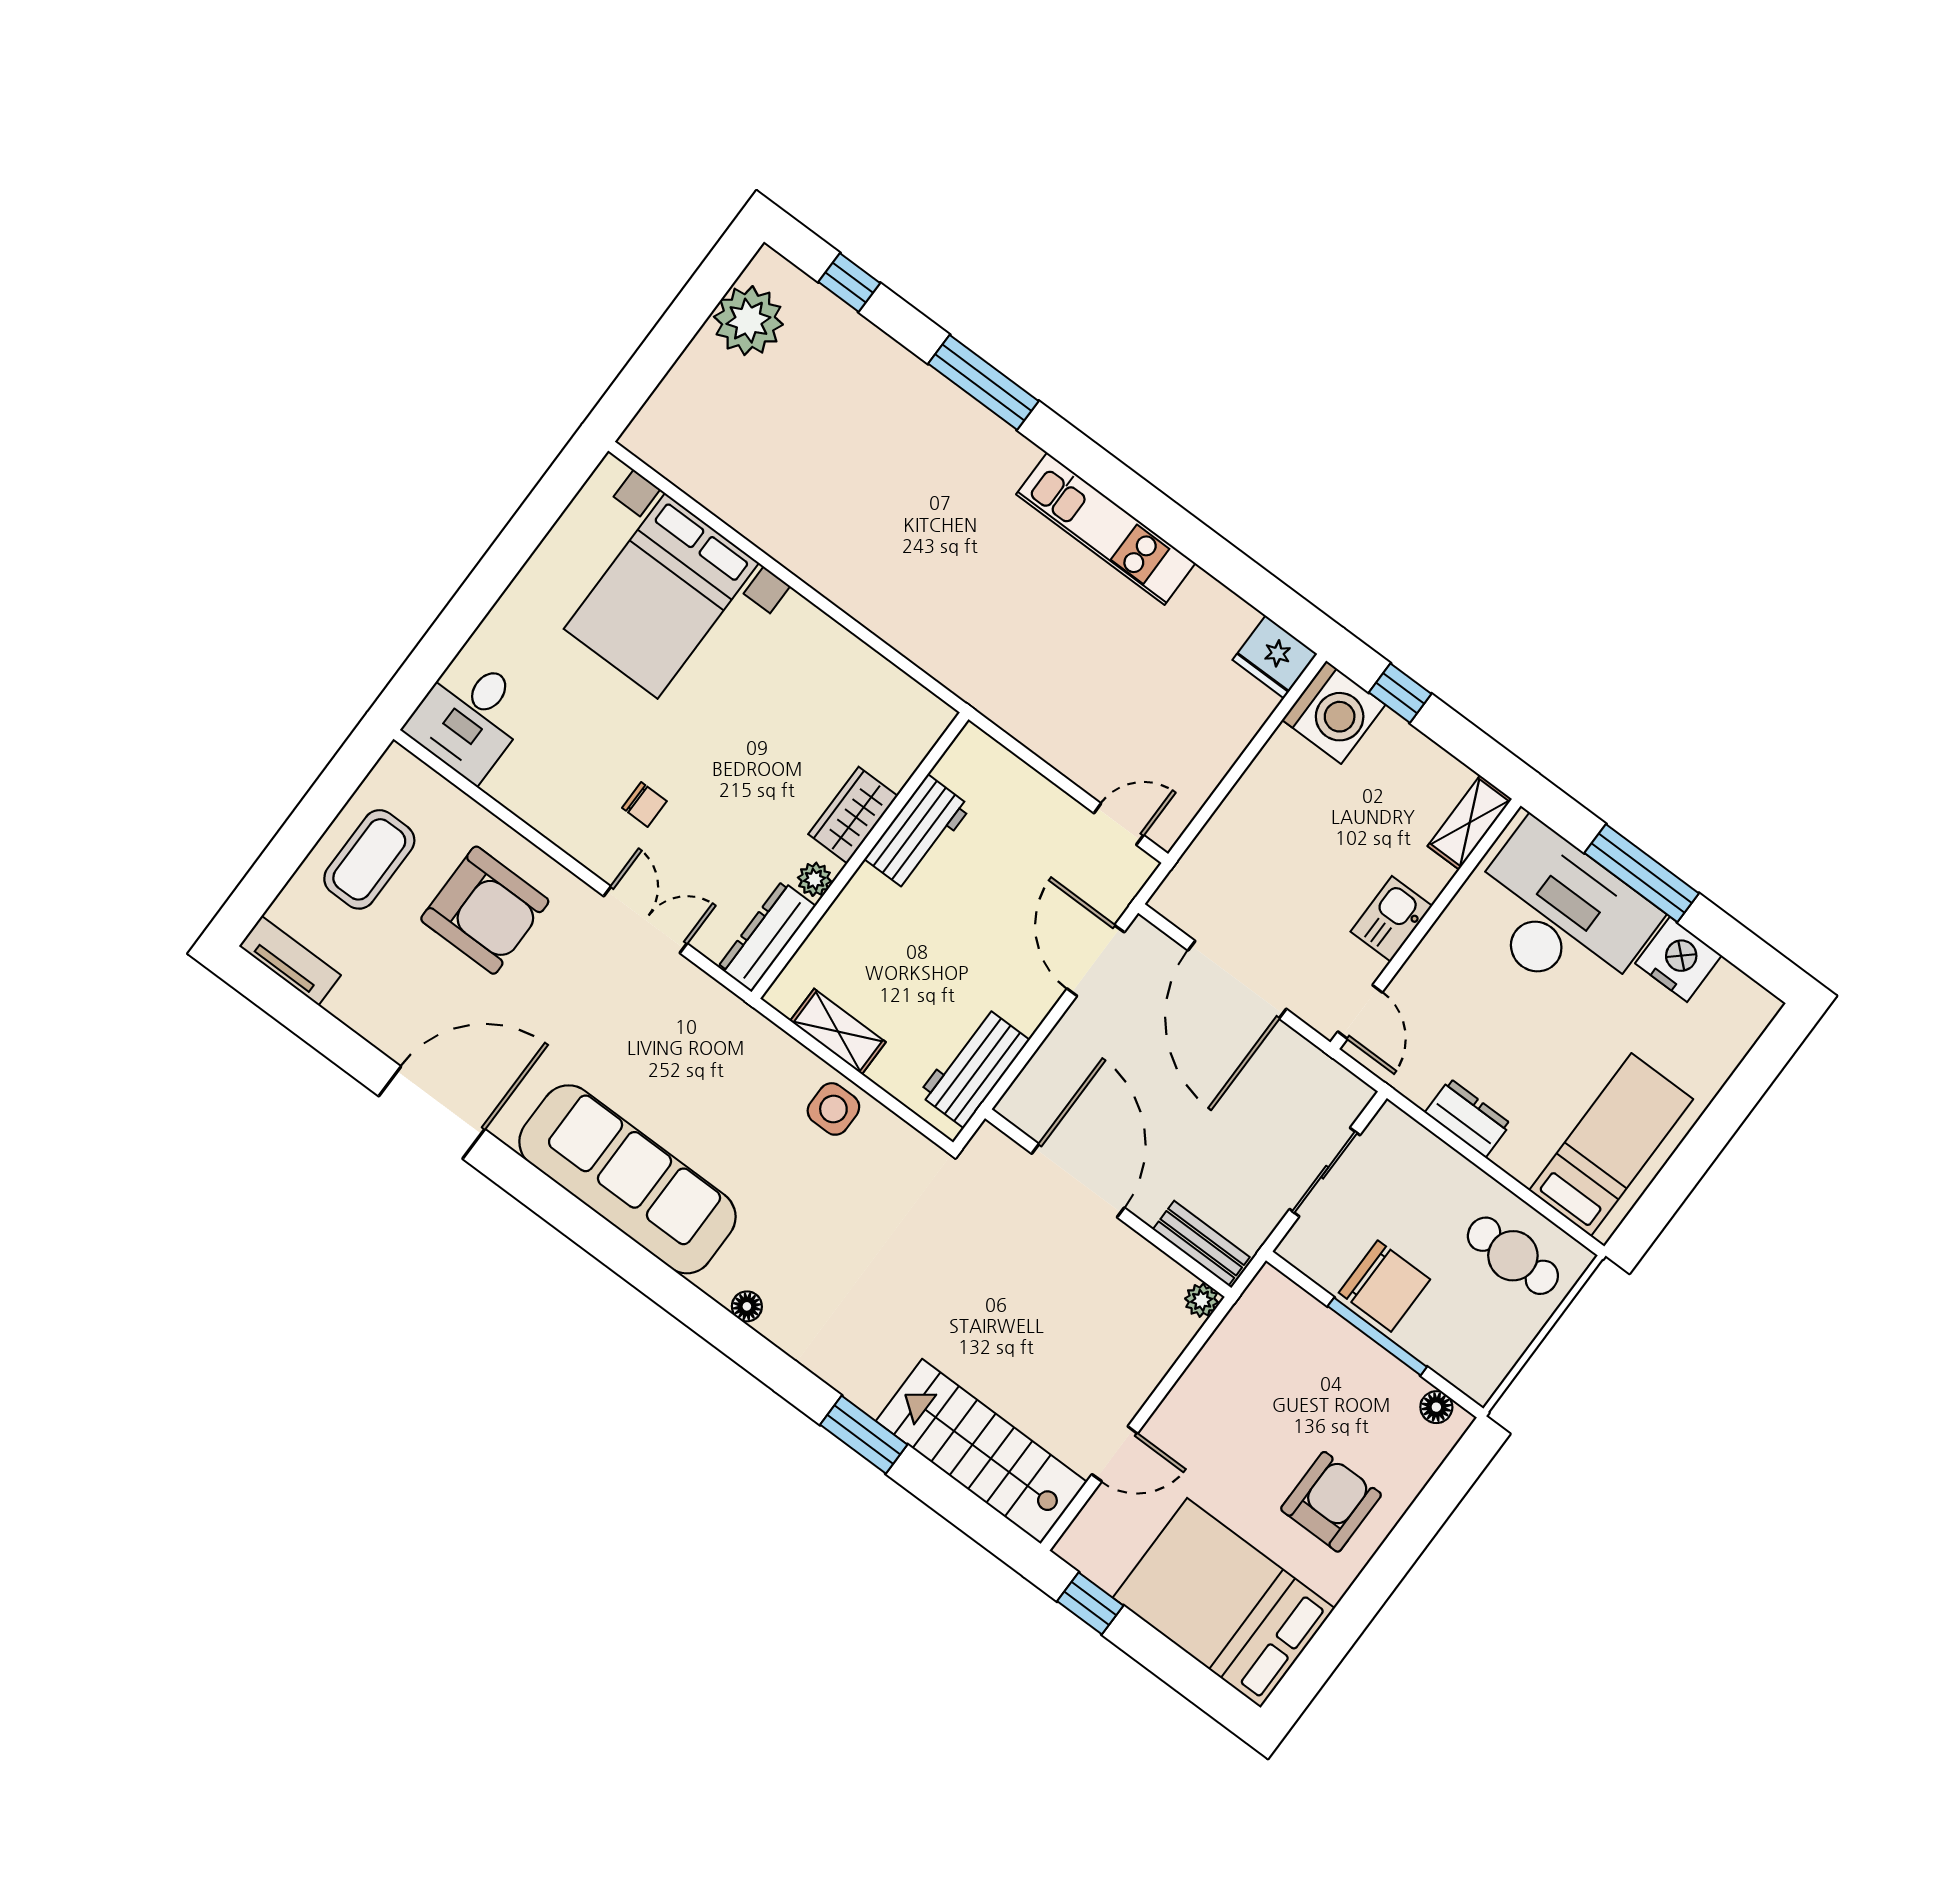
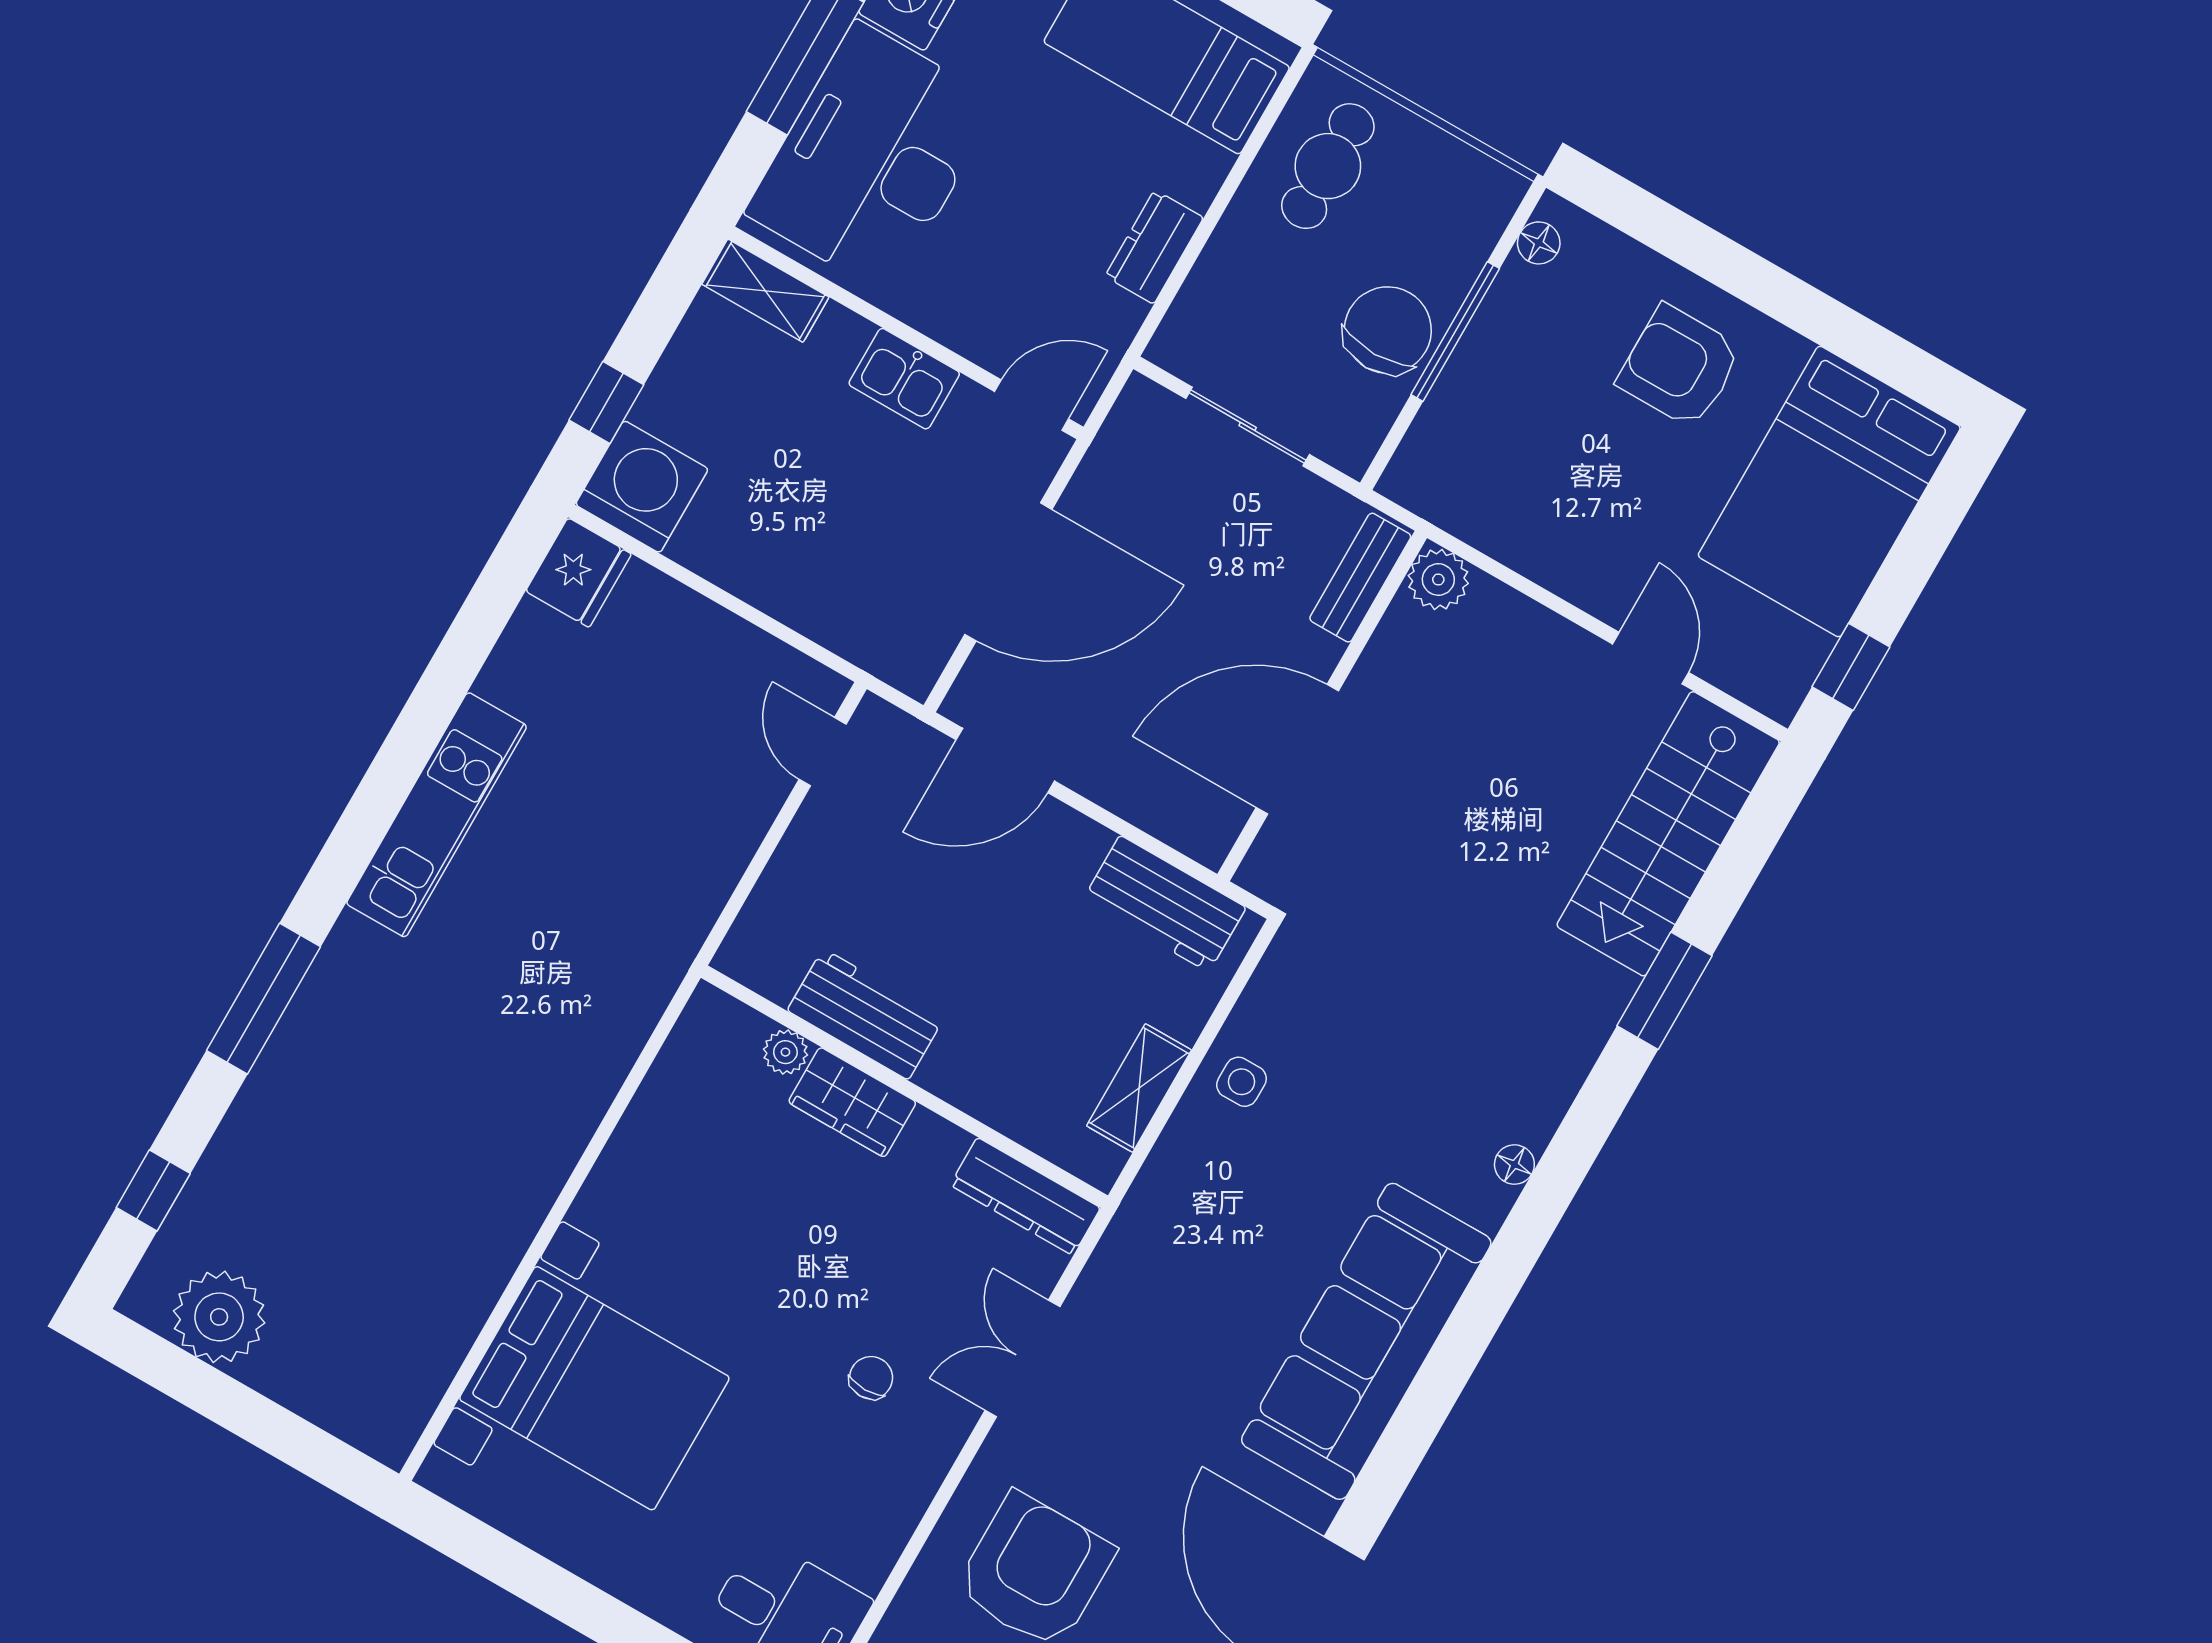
plant: (815, 879) -> (785, 1052), moved
side table: (833, 1109) -> (1242, 1082), width x0.73, depth x0.73
plant: (1202, 1300) -> (1438, 579), width x1.38, depth x1.38

